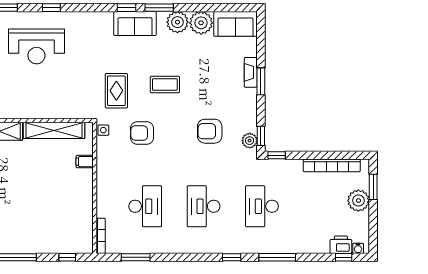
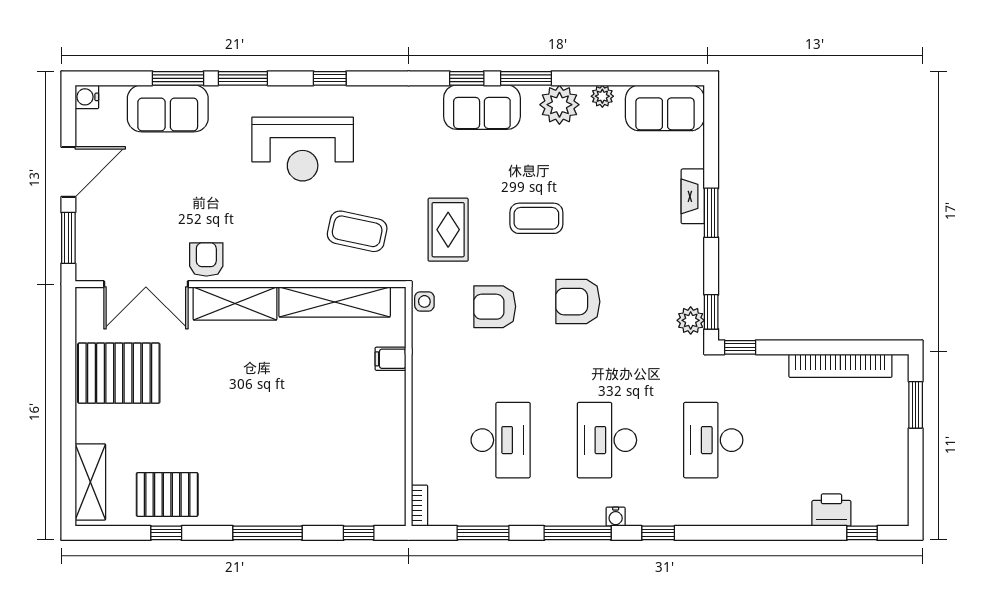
plant: (201, 23) -> (602, 96), width x0.53, depth x0.53
coffee table: (66, 92) -> (357, 231), added
armchair: (210, 131) -> (578, 302), moved
plant: (358, 201) -> (889, 430), removed
bookcase: (101, 236) -> (419, 506), width x0.64
printer: (341, 245) -> (831, 510), moved
water cooler: (358, 248) -> (616, 517), moved
window: (277, 257) -> (578, 533), moved

